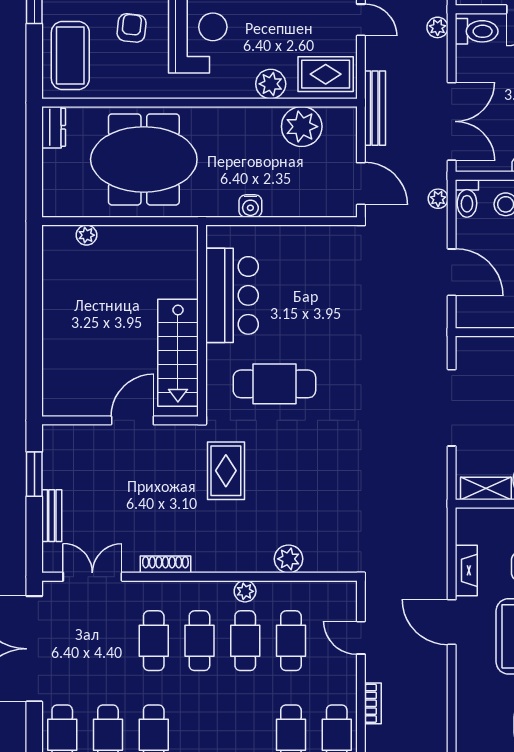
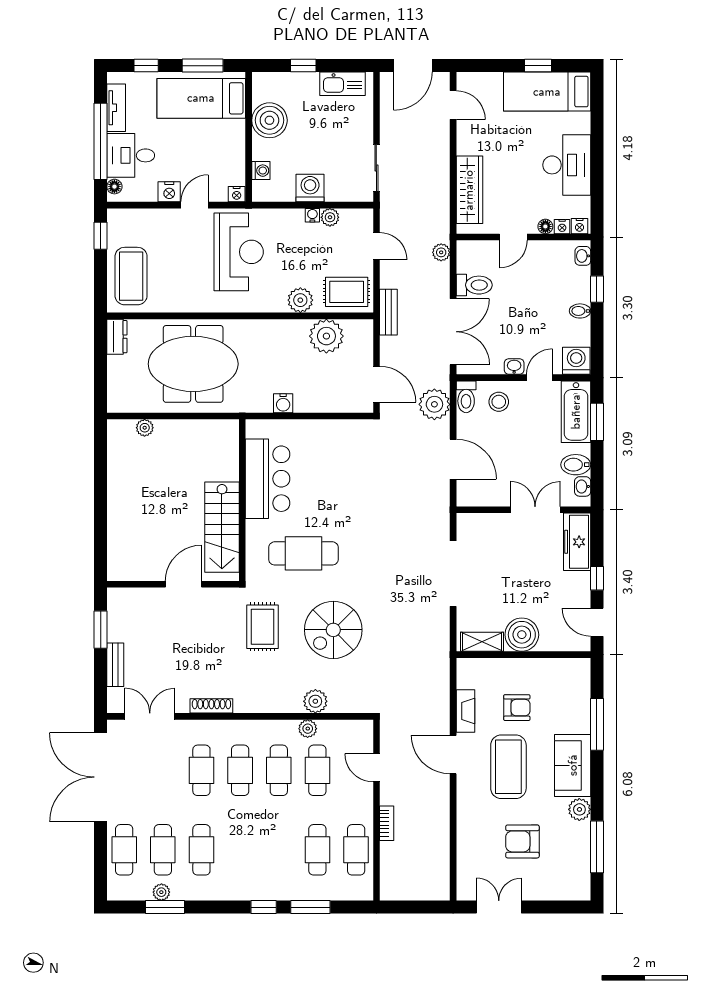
armchair: (132, 28) -> (183, 253), removed
toilet: (477, 31) -> (474, 285), moved
bench: (375, 108) -> (388, 312), width x0.73
plant: (438, 199) -> (434, 404), width x1.88, depth x1.88
spiral stairs: (310, 474) -> (333, 630), added
plant: (245, 591) -> (308, 729), moved

